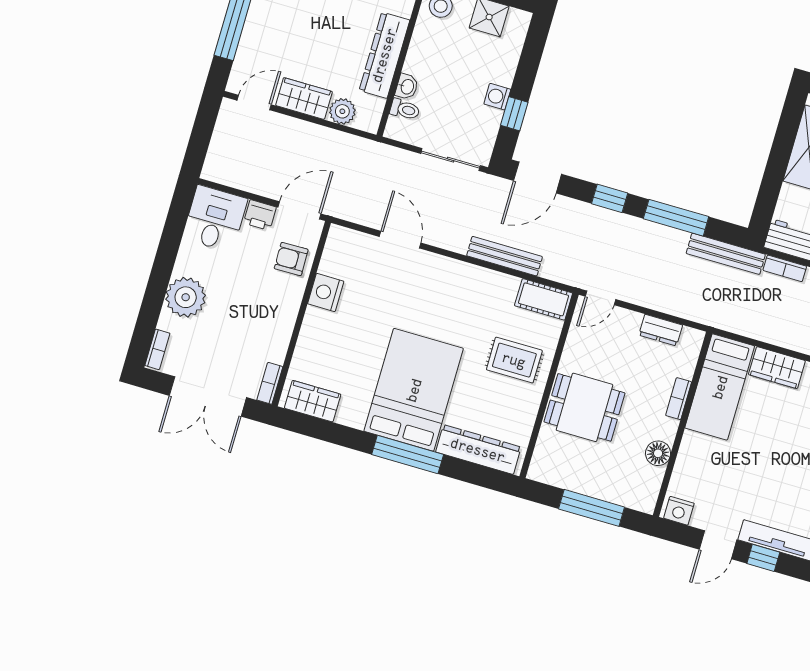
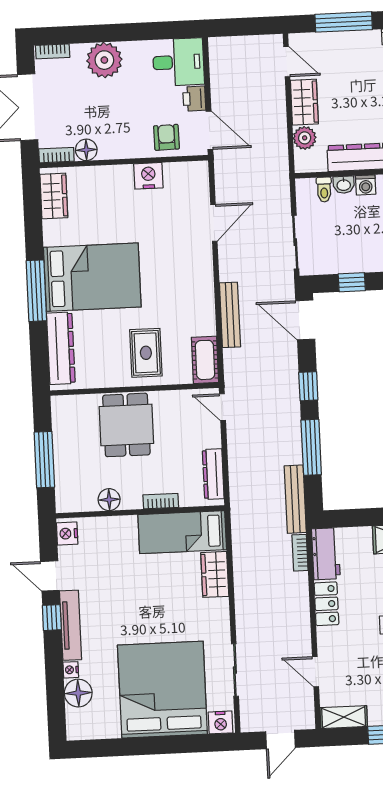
washing machine: (497, 97) -> (366, 185), moved, turned 180
dresser: (661, 330) -> (213, 474), width x1.44
floor lamp: (275, 350) -> (86, 150), added

